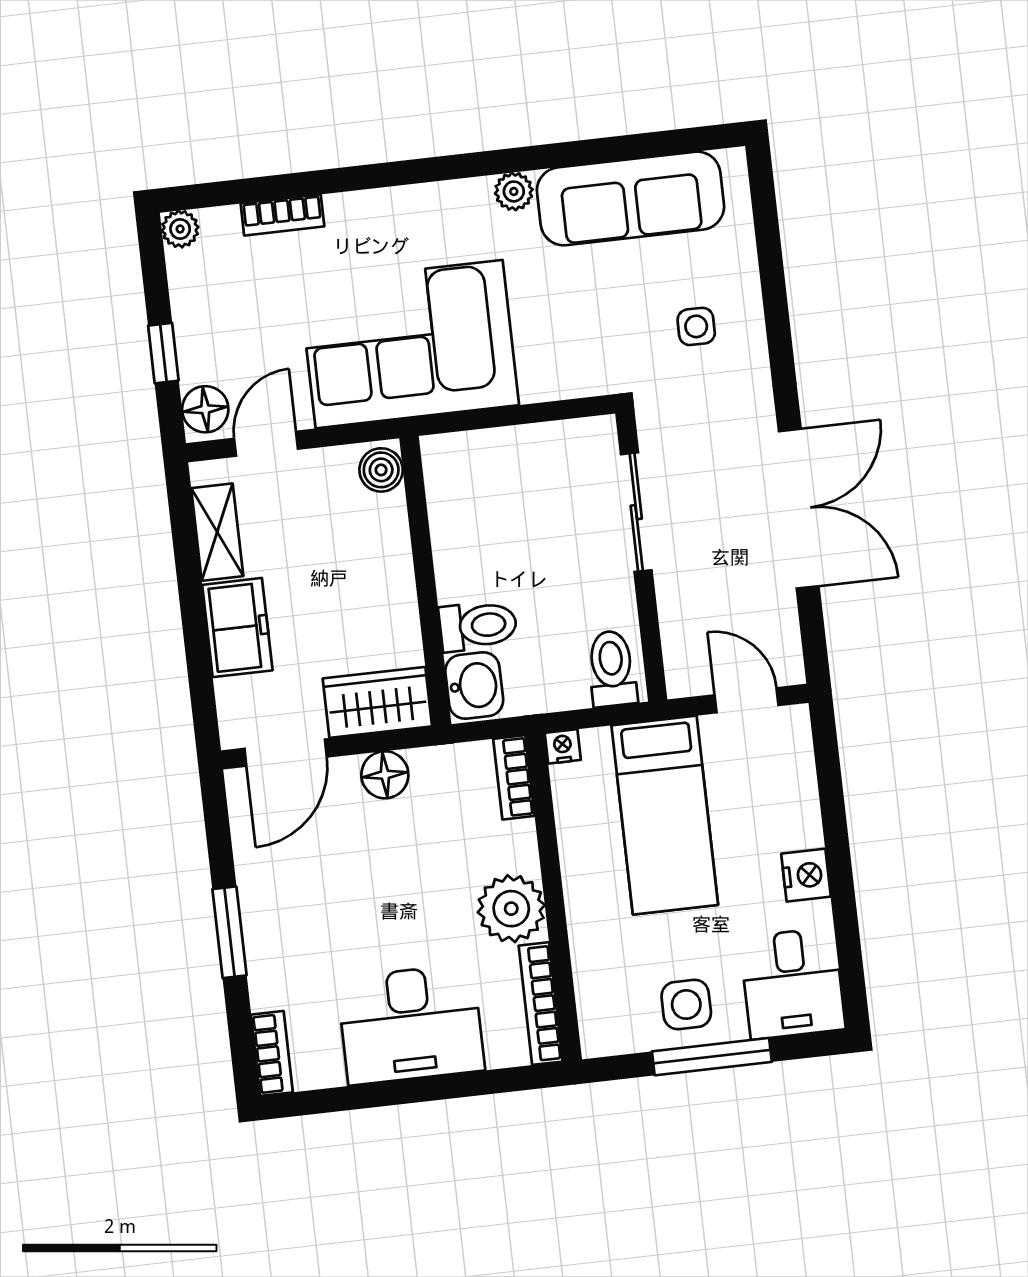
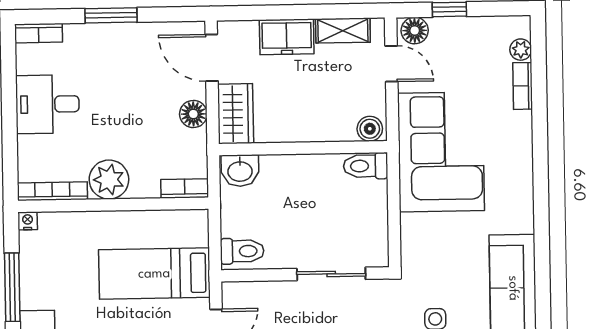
plant: (514, 191) -> (523, 221), removed
plant: (180, 229) -> (521, 50), moved
toilet: (478, 626) -> (366, 166), moved, turned 90
nightstand: (563, 746) -> (28, 221), moved, turned -90
side table: (686, 1005) -> (44, 275), removed
desk: (411, 1024) -> (47, 104), width x0.73

